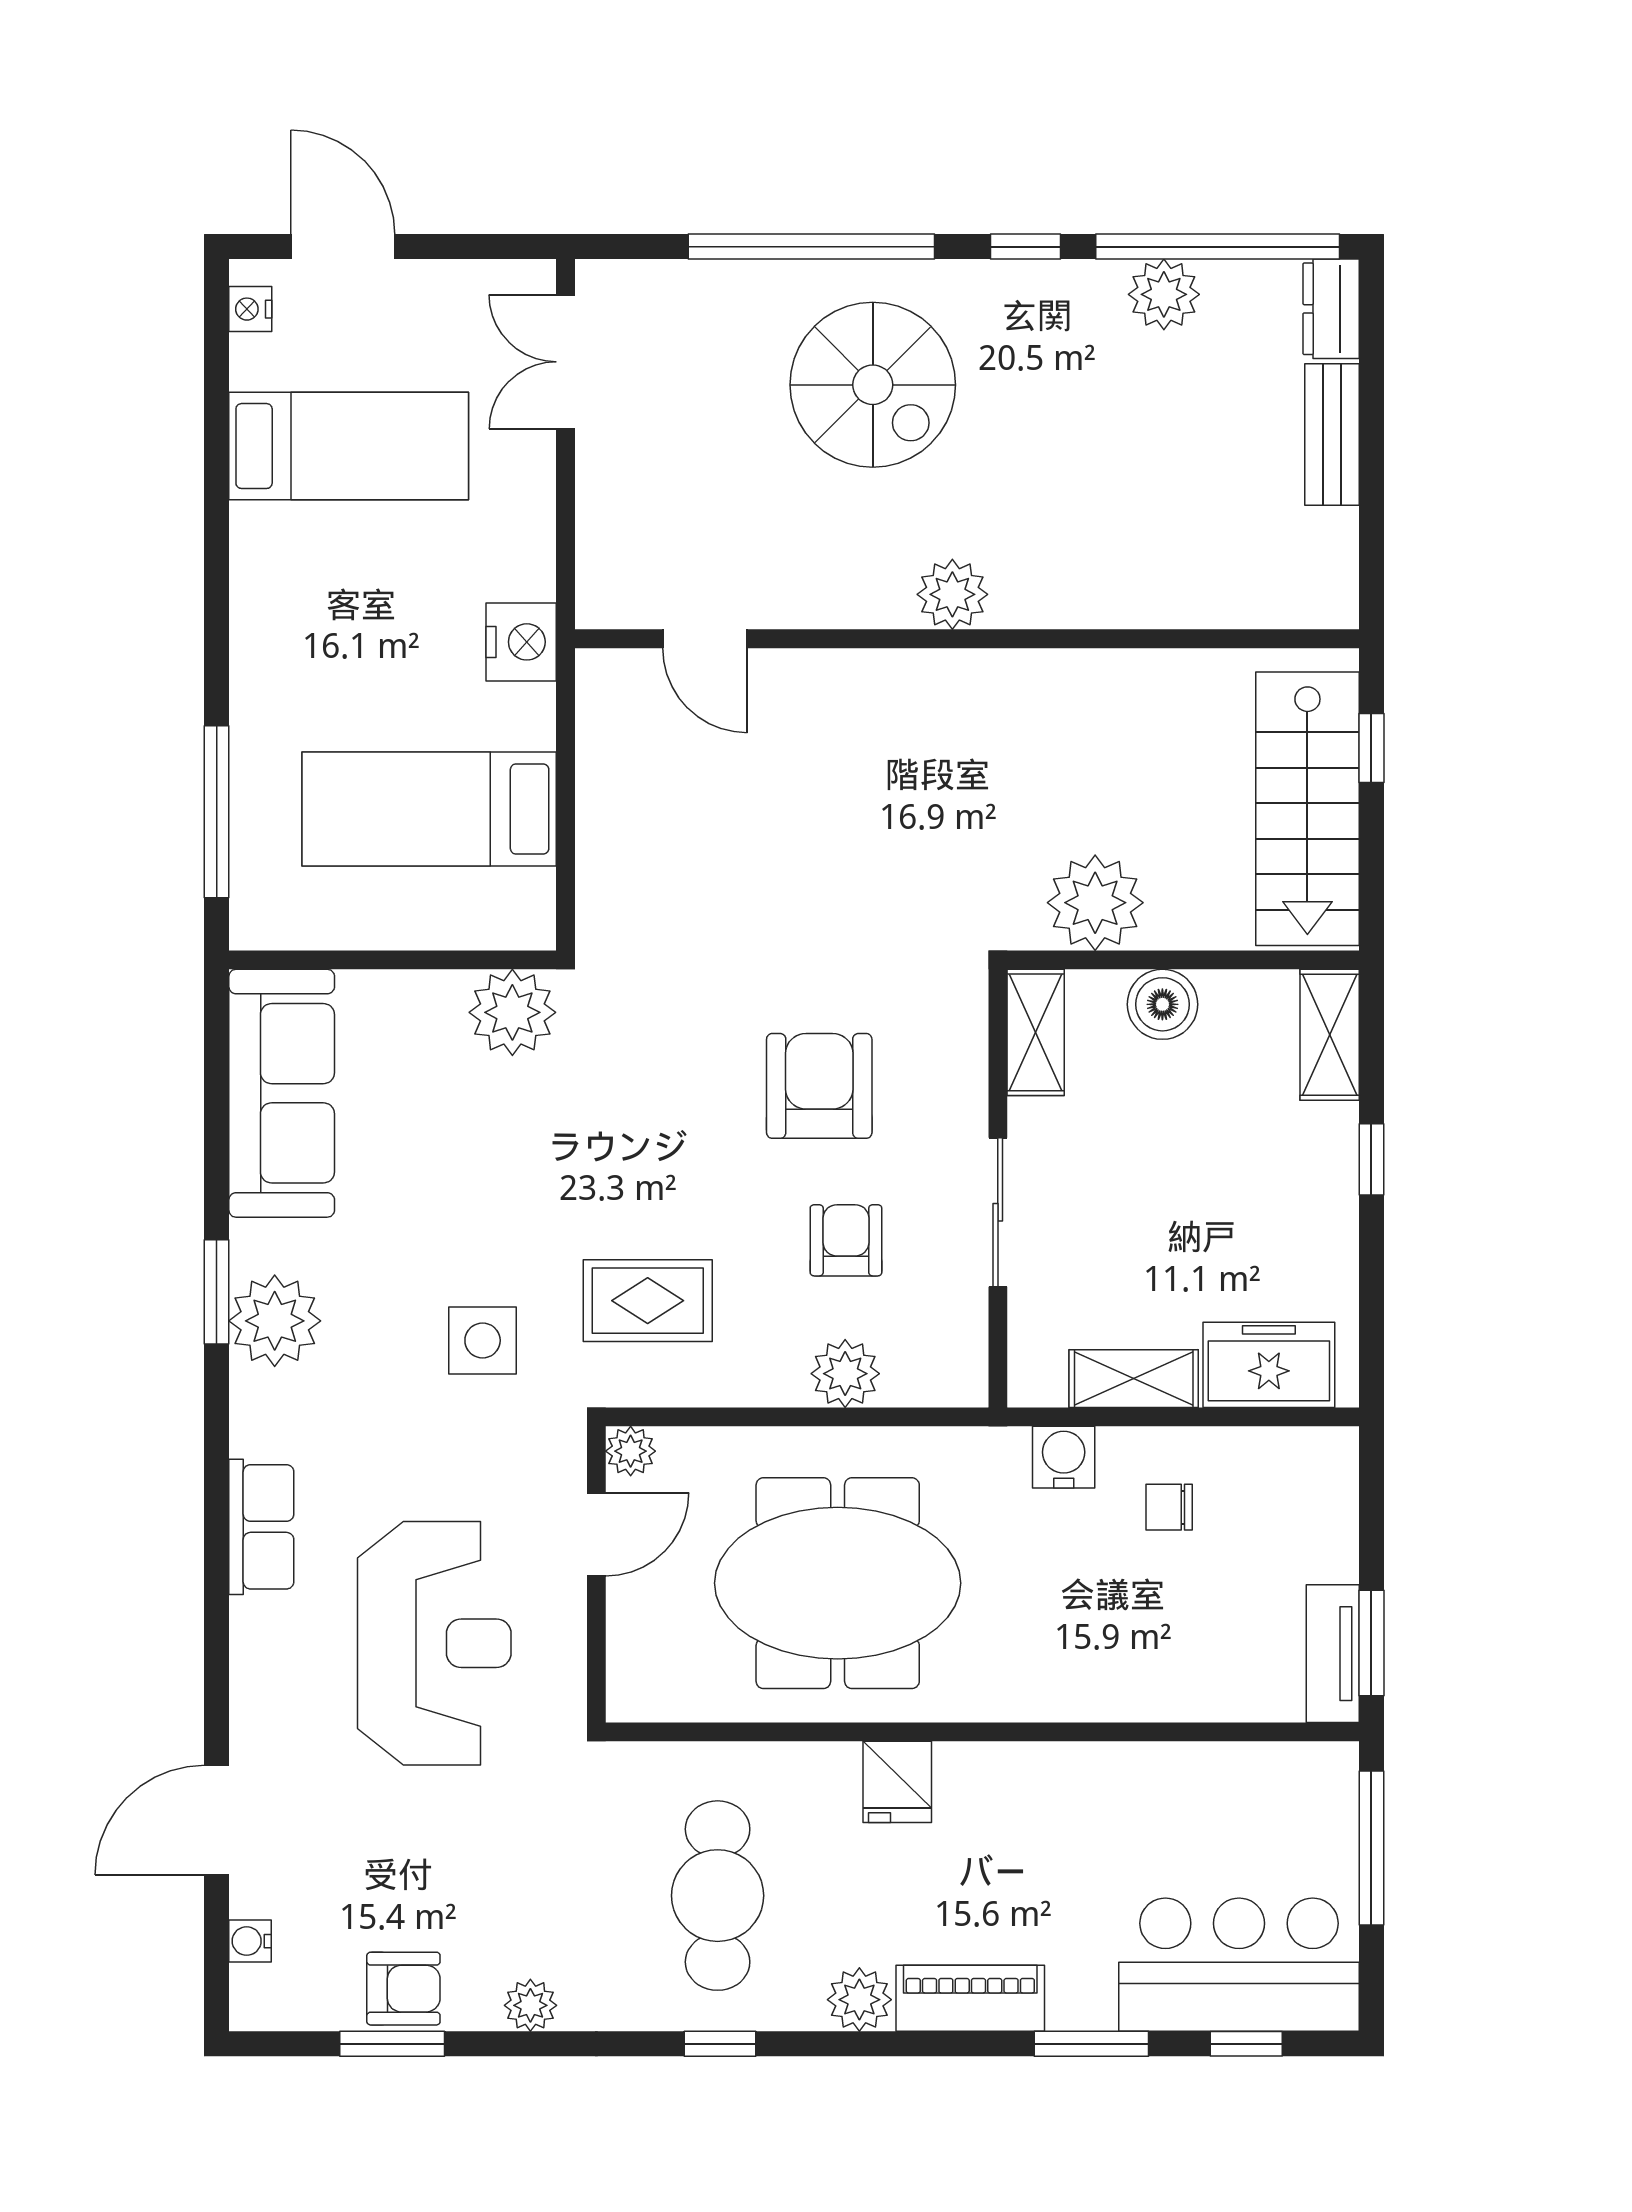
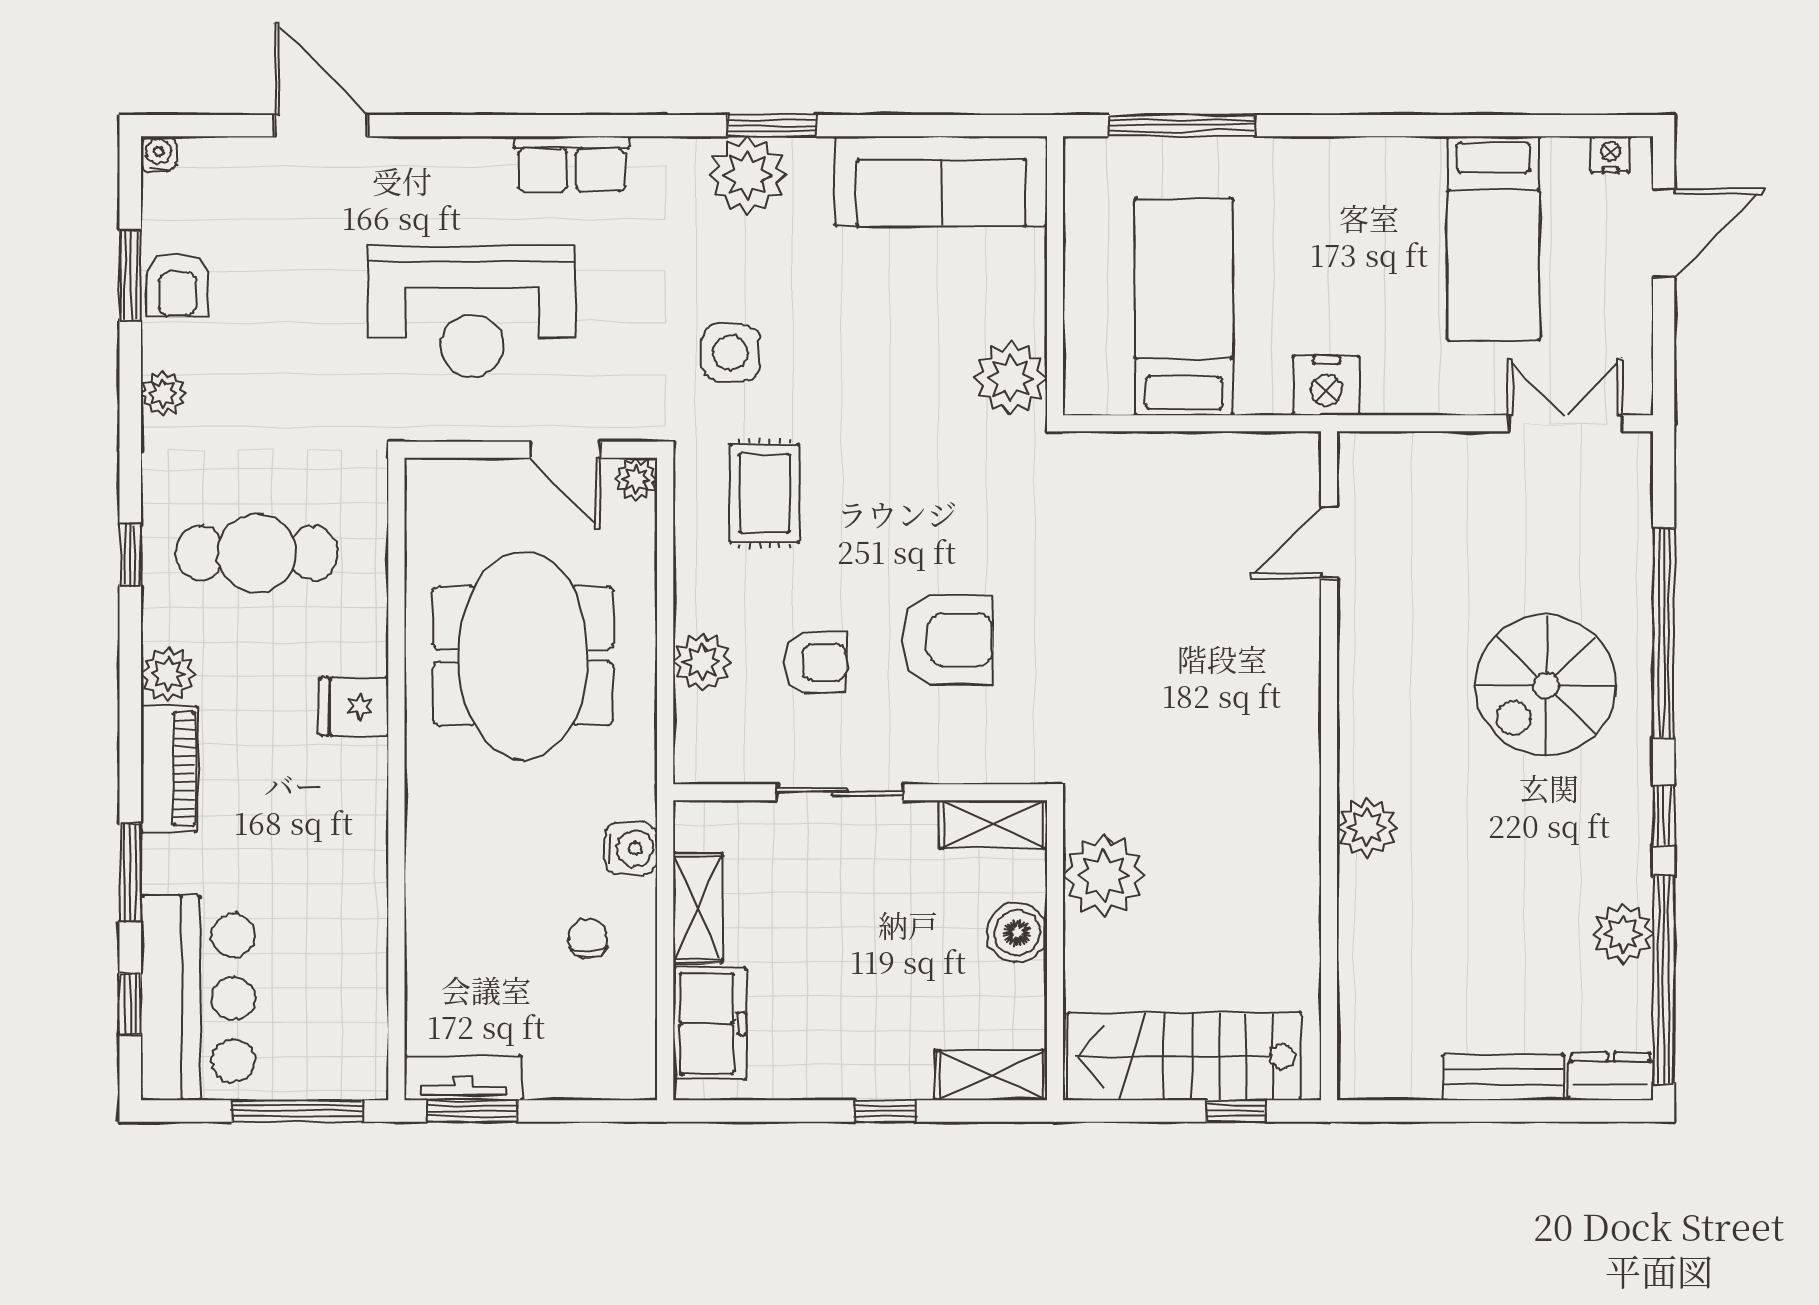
plant: (952, 594) -> (1367, 827), moved
water cooler: (250, 1941) -> (159, 154), moved

